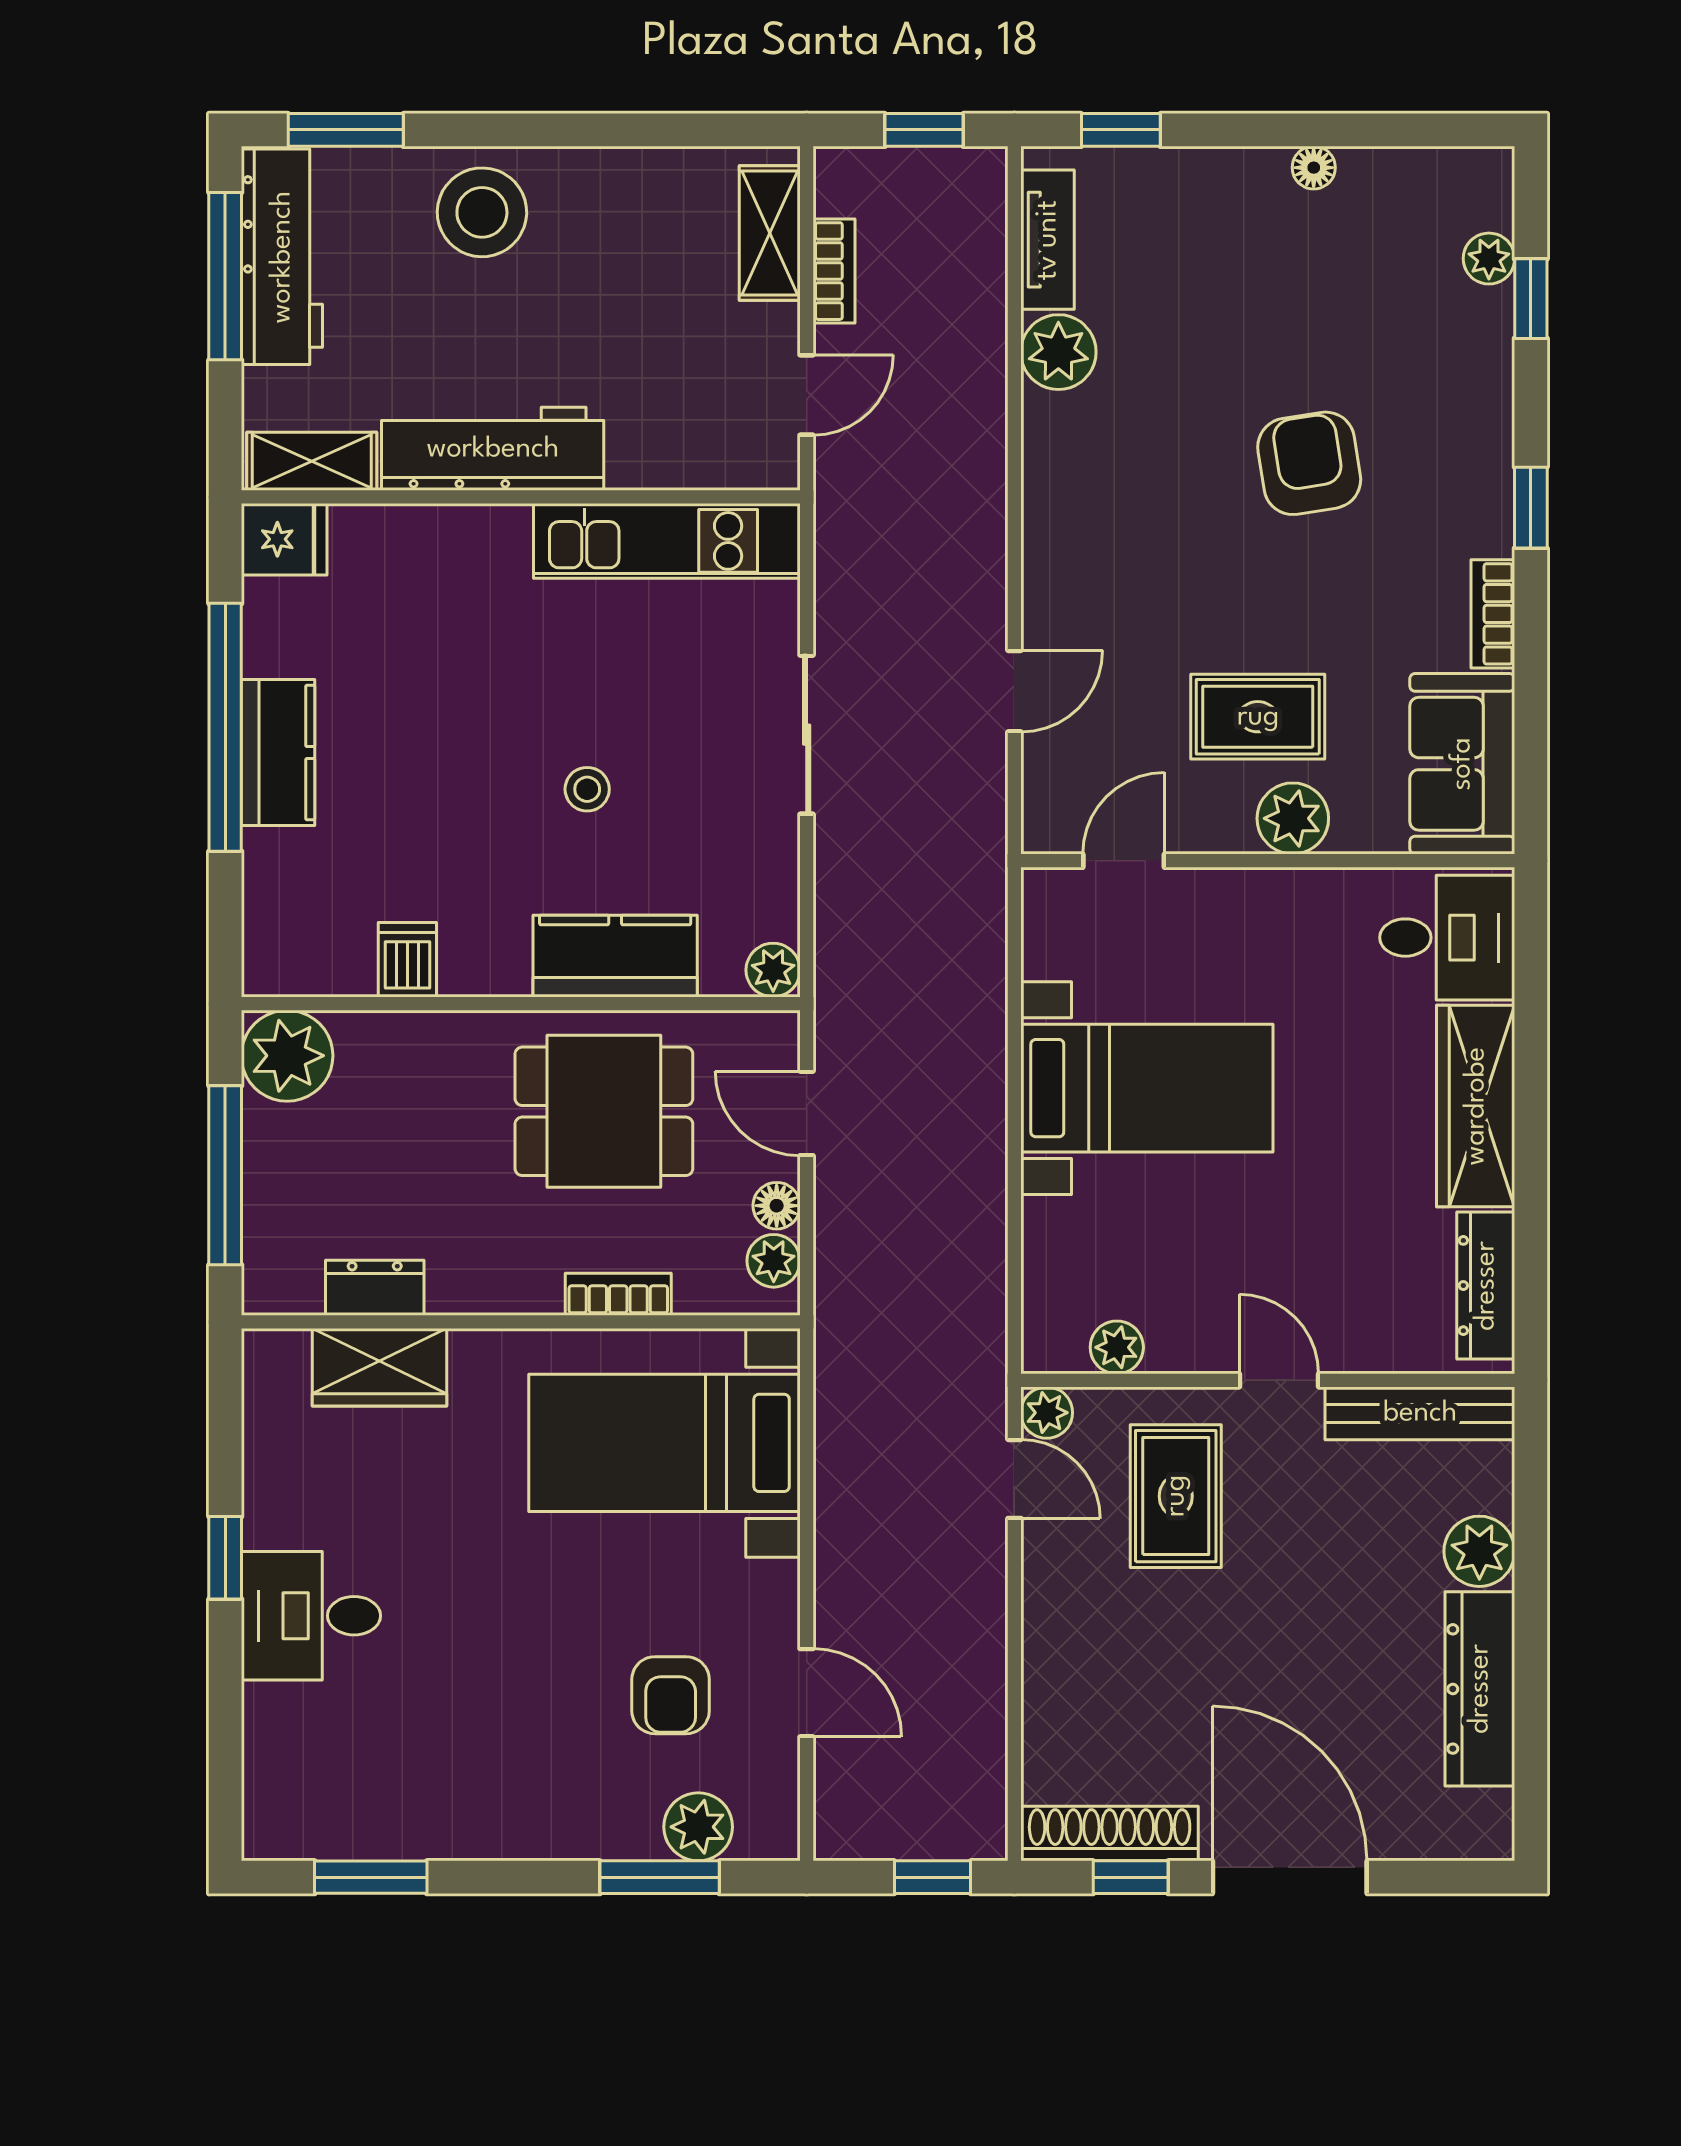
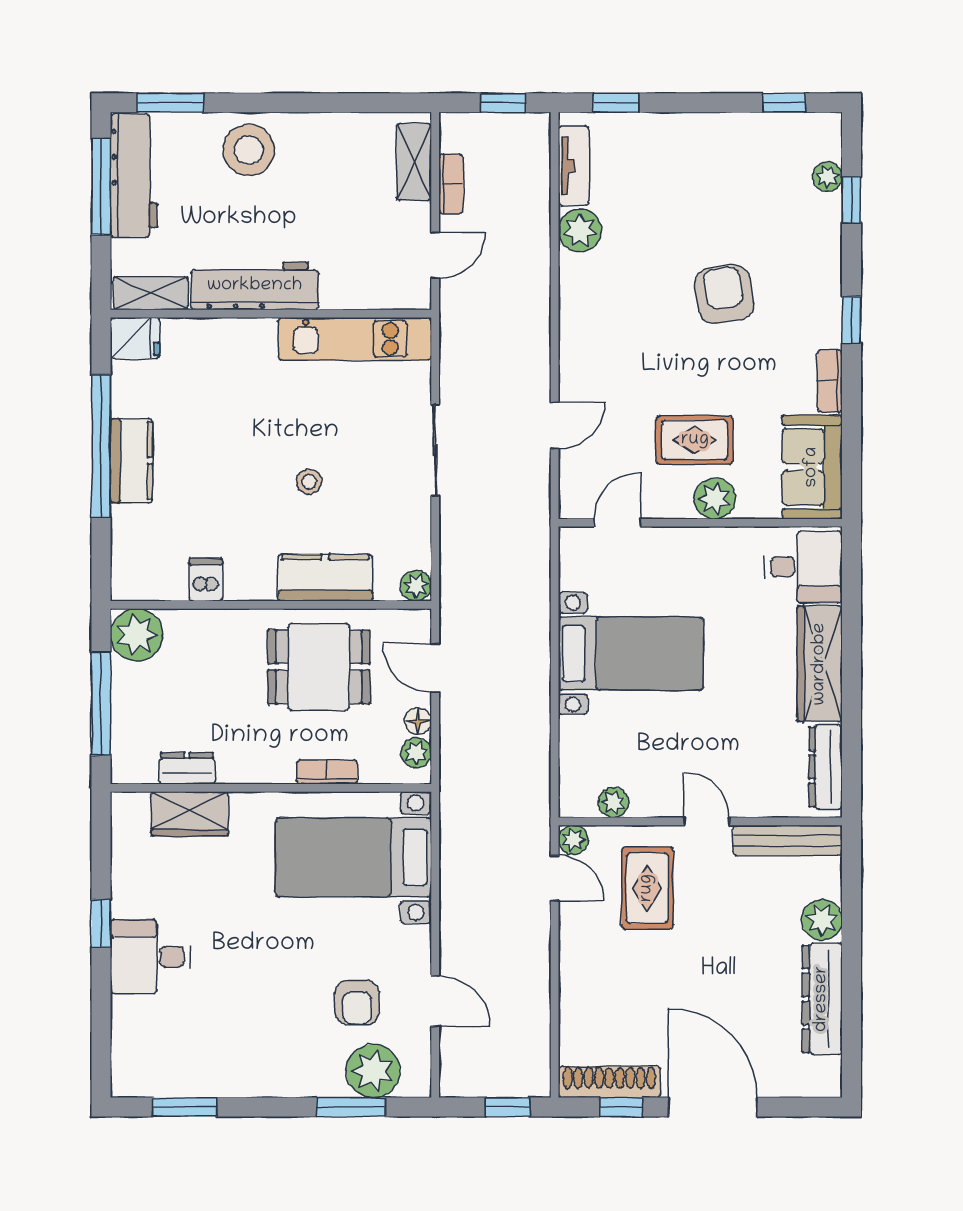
window: (1414, 130) -> (784, 103), added
floor lamp: (1314, 168) -> (727, 124), removed
plant: (698, 1827) -> (373, 1071), width x1.36, depth x1.36

